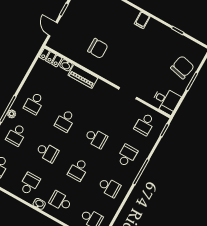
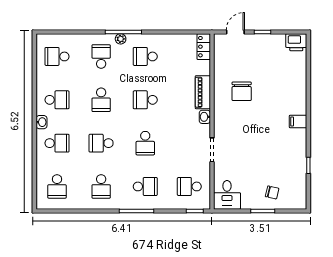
washbasin: (66, 65) -> (205, 117), moved
chair: (182, 67) -> (272, 192), width x0.54, depth x0.54
school desk: (16, 135) -> (101, 56), turned 90
school desk: (60, 201) -> (57, 143), turned 90

